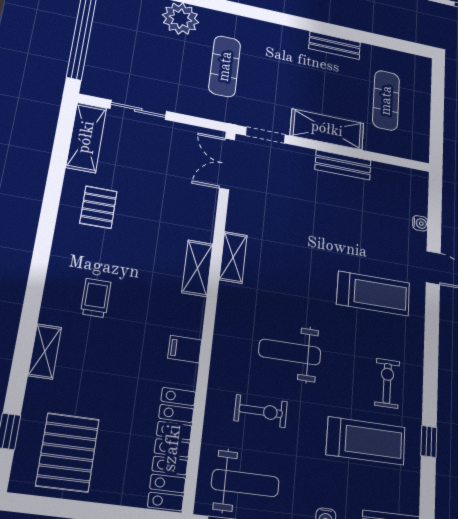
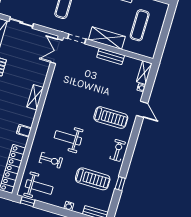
shelving: (233, 257) -> (144, 73), moved
exercise bike: (387, 383) -> (118, 150), moved

